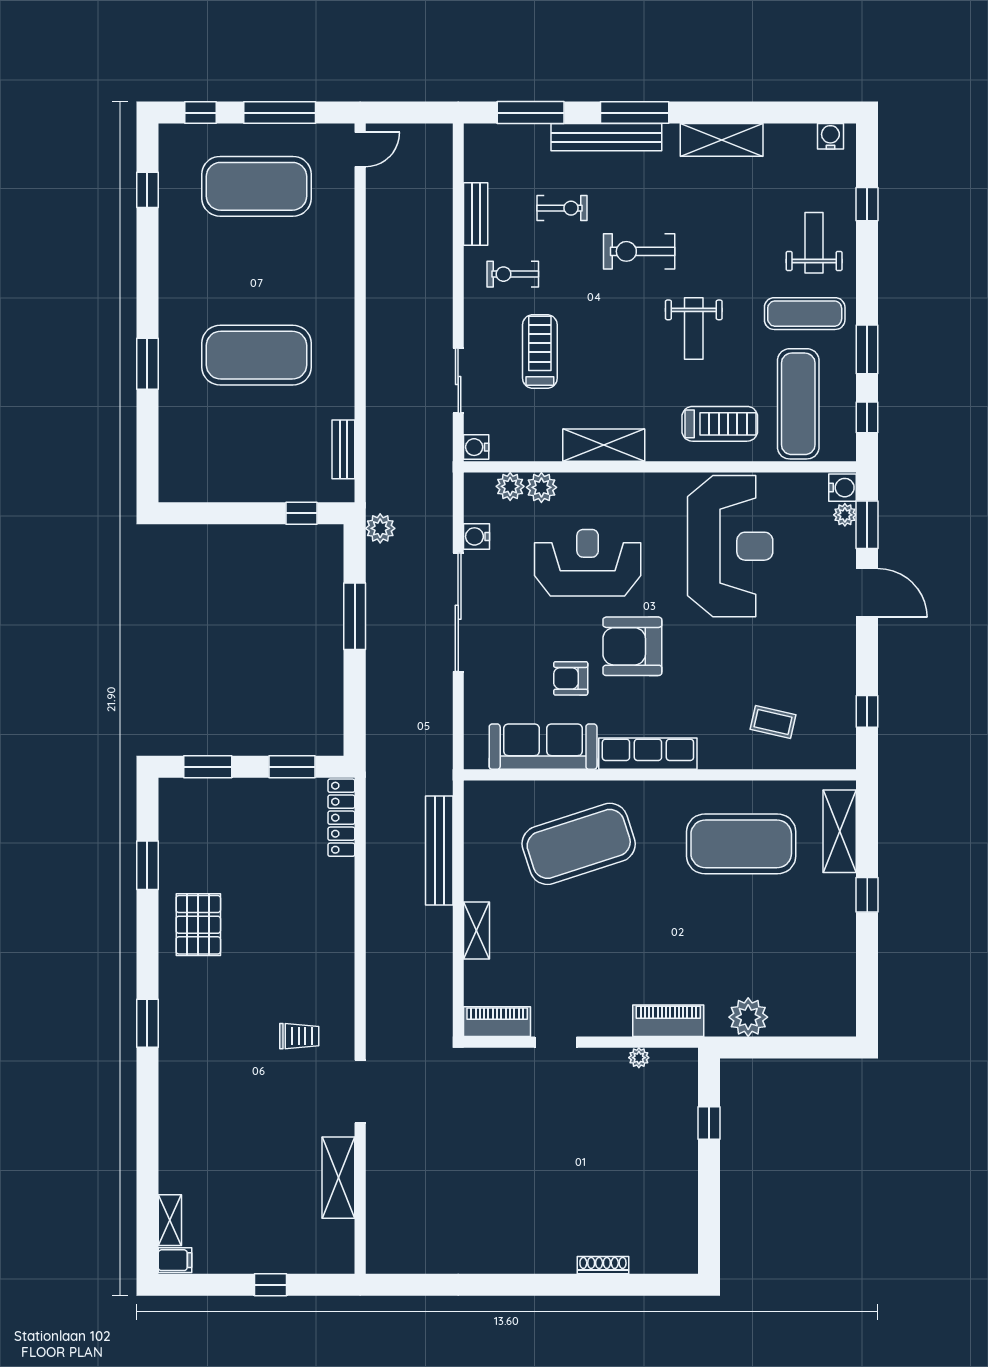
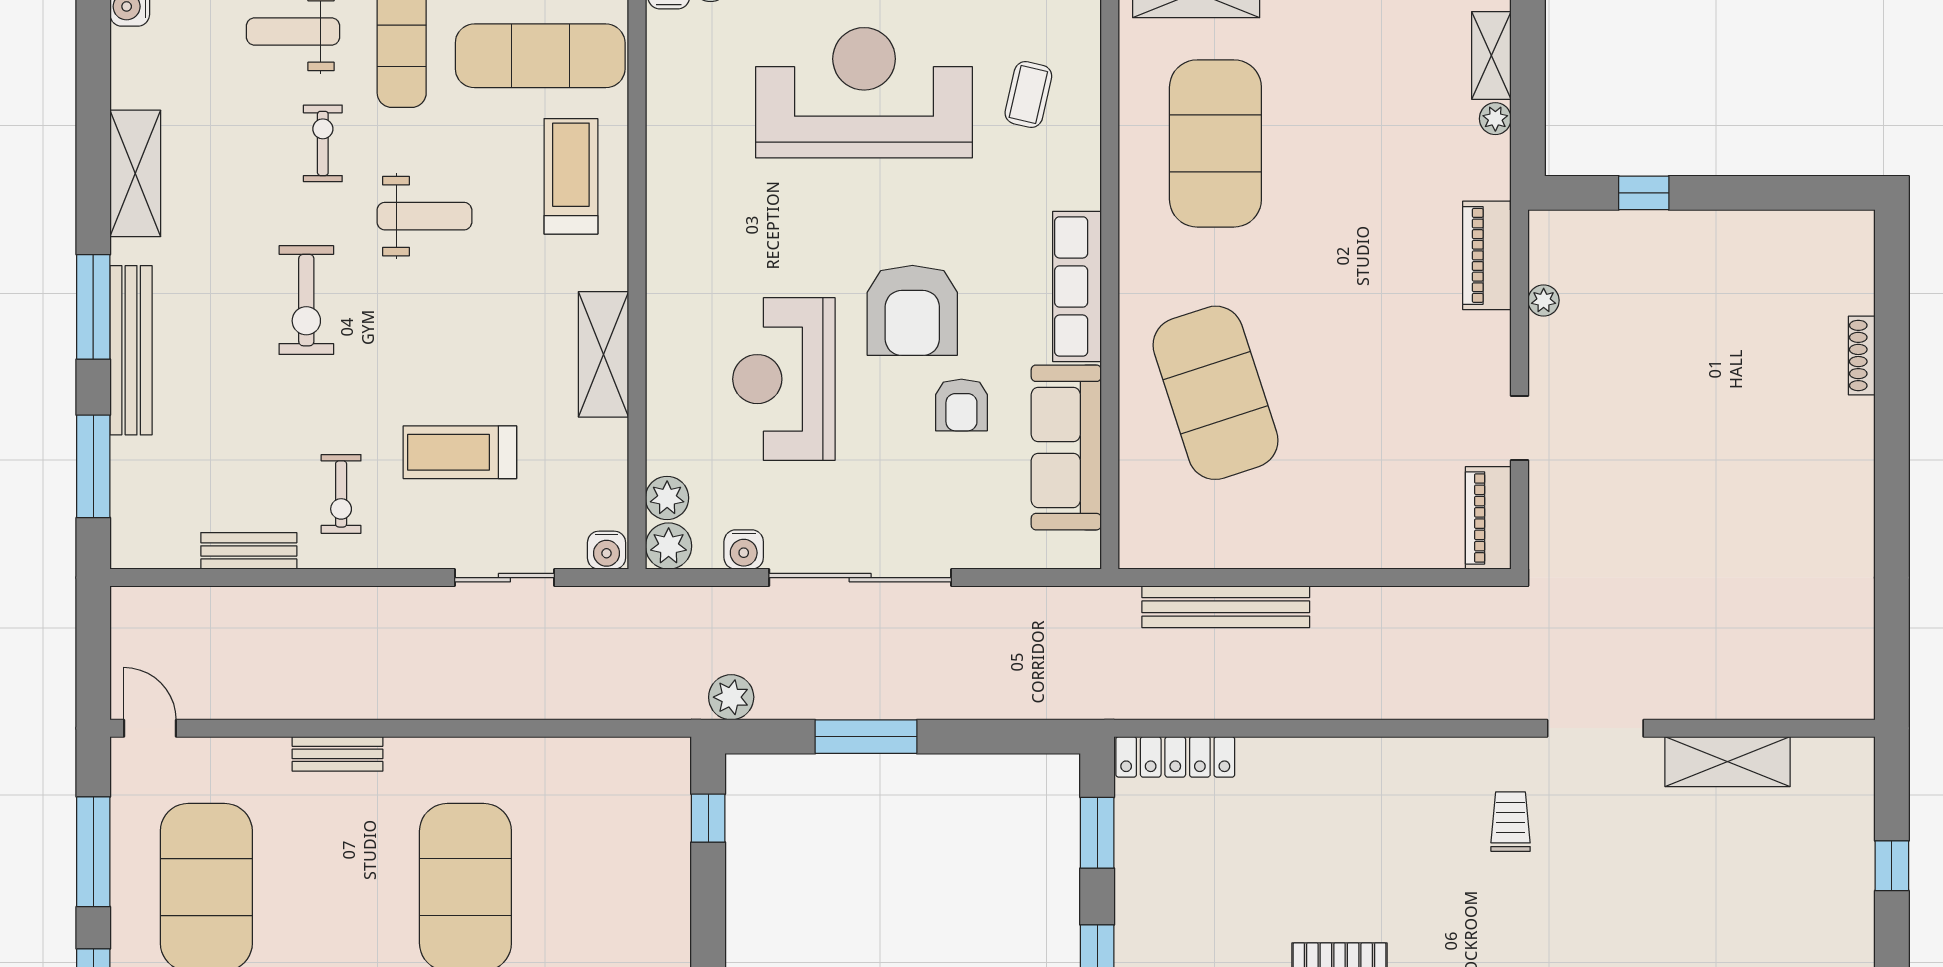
exercise bike: (562, 208) -> (323, 143), moved
bench: (343, 449) -> (337, 754), moved
plant: (541, 487) -> (669, 546), moved
reception desk: (730, 546) -> (864, 93), moved
shelving: (477, 930) -> (1491, 55), moved, turned 90
plant: (748, 1017) -> (1495, 119), width x0.53, depth x0.53

